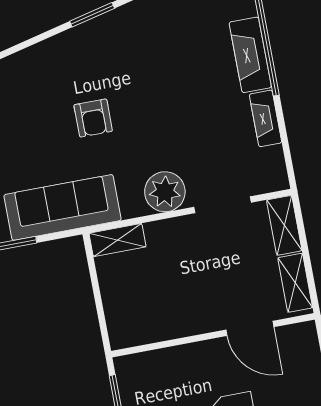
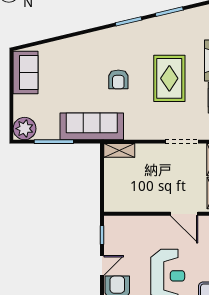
rug: (181, 100) -> (169, 78), added
plant: (165, 192) -> (151, 128), removed

